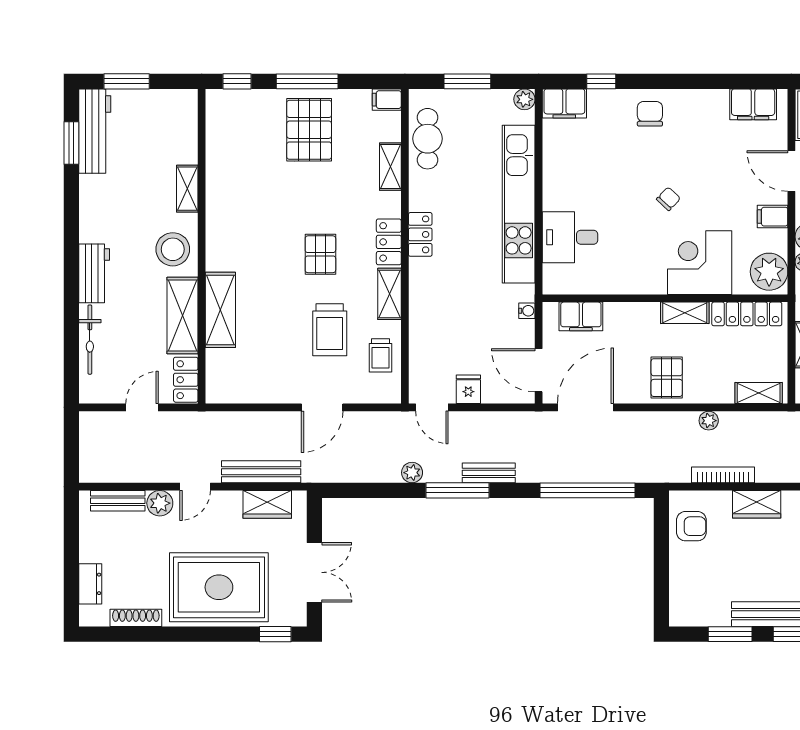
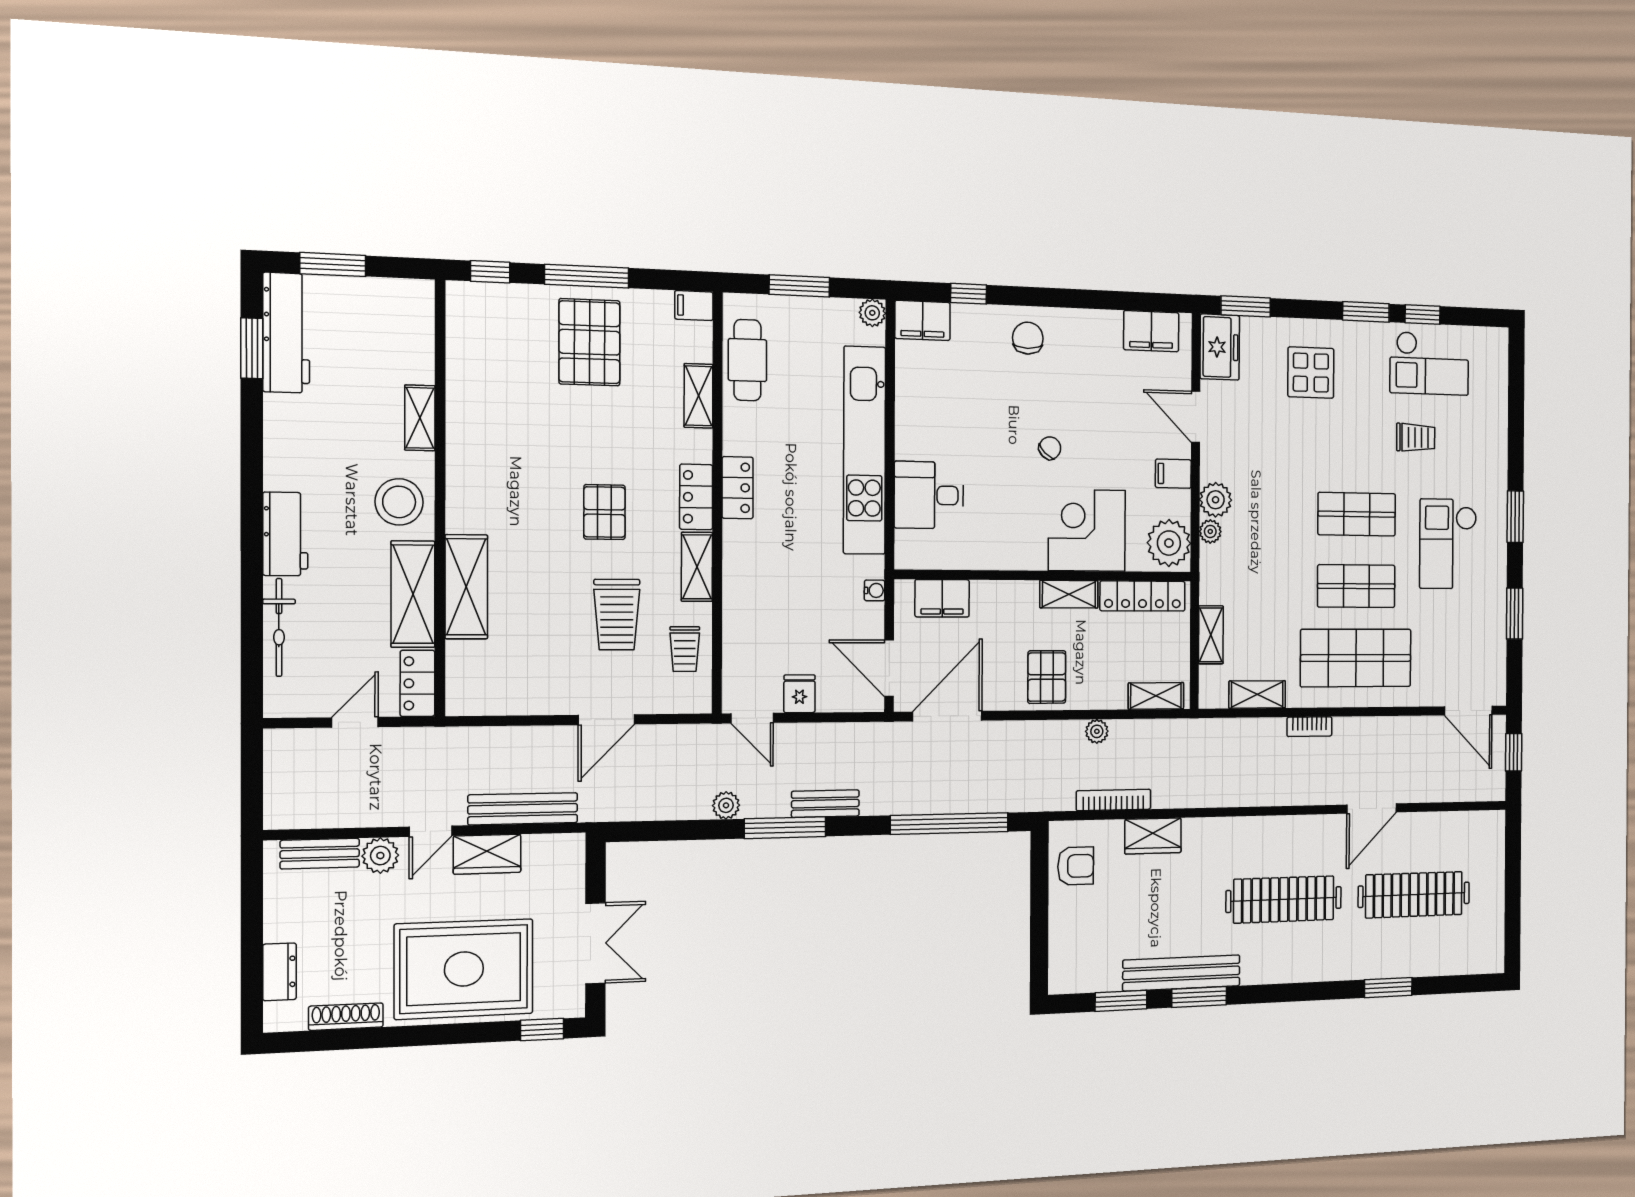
wardrobe: (267, 504) -> (487, 854), moved

